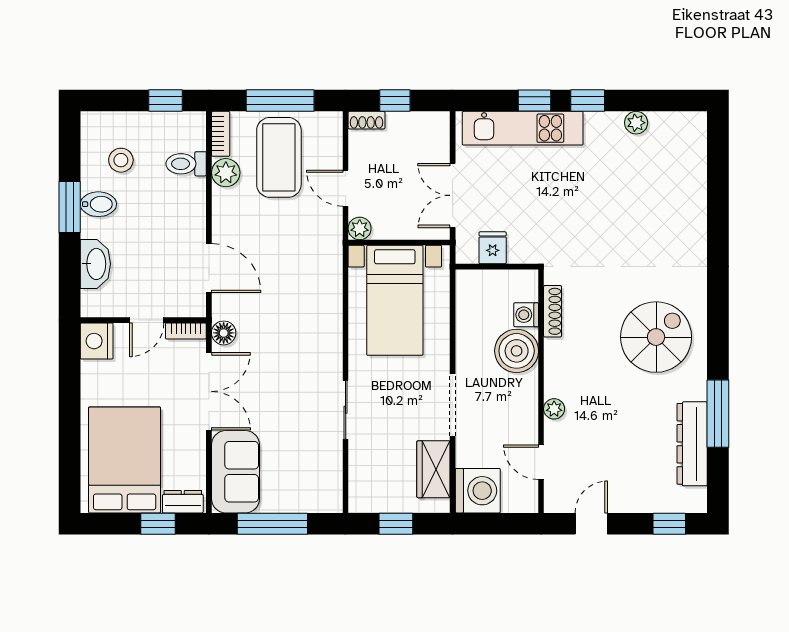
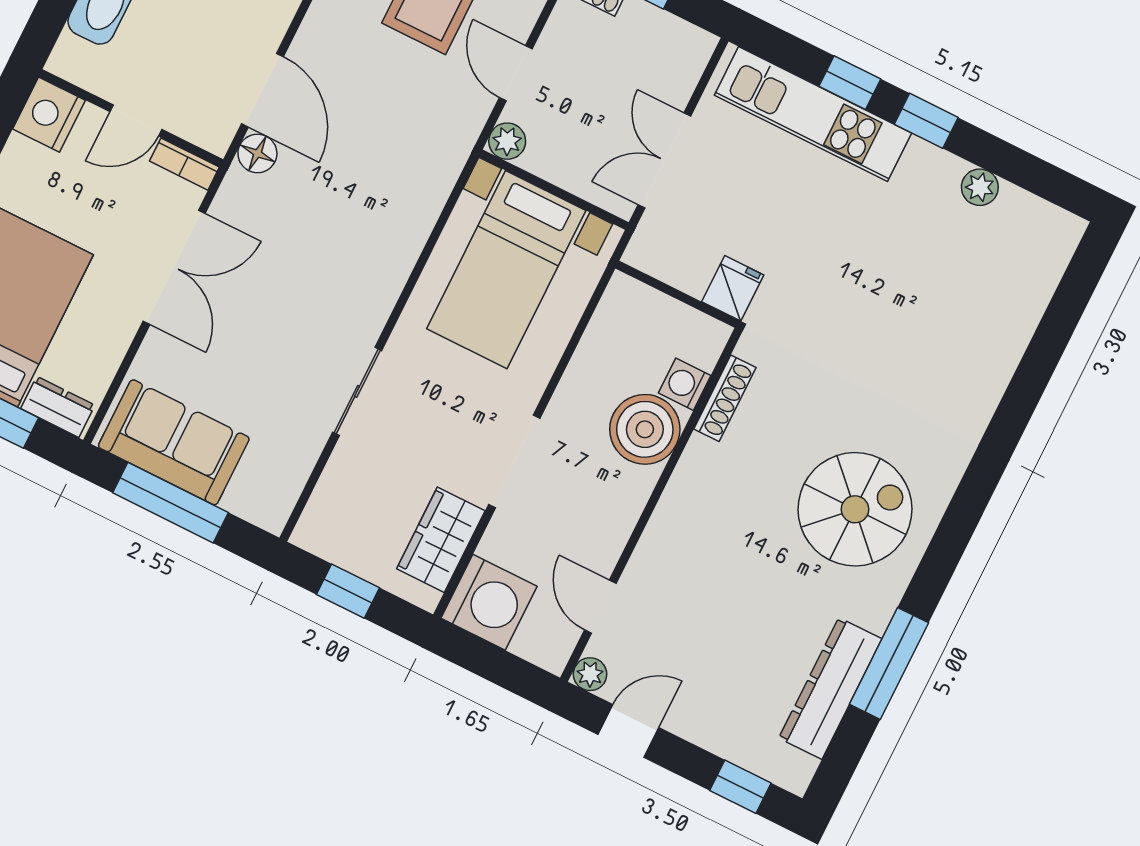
fridge: (493, 248) -> (733, 288), moved
floor lamp: (224, 333) -> (257, 153), moved
plant: (554, 409) -> (590, 674), moved
sofa: (235, 472) -> (174, 442), moved, turned -90

